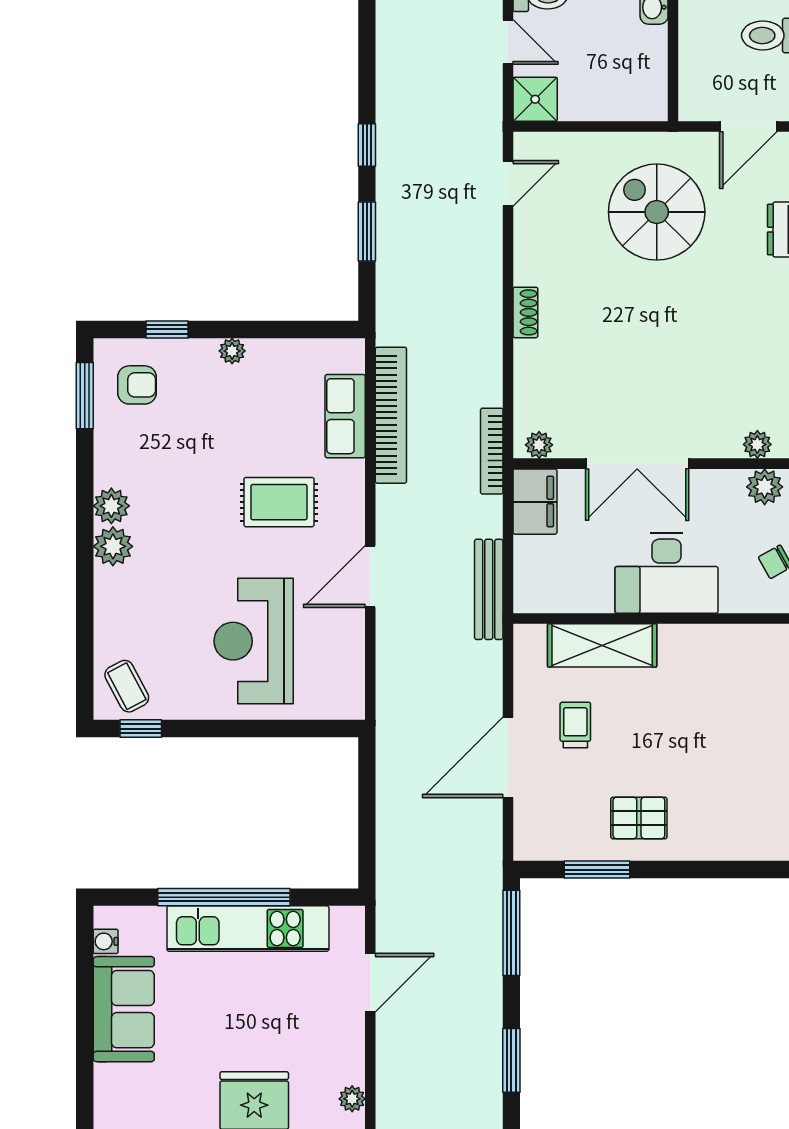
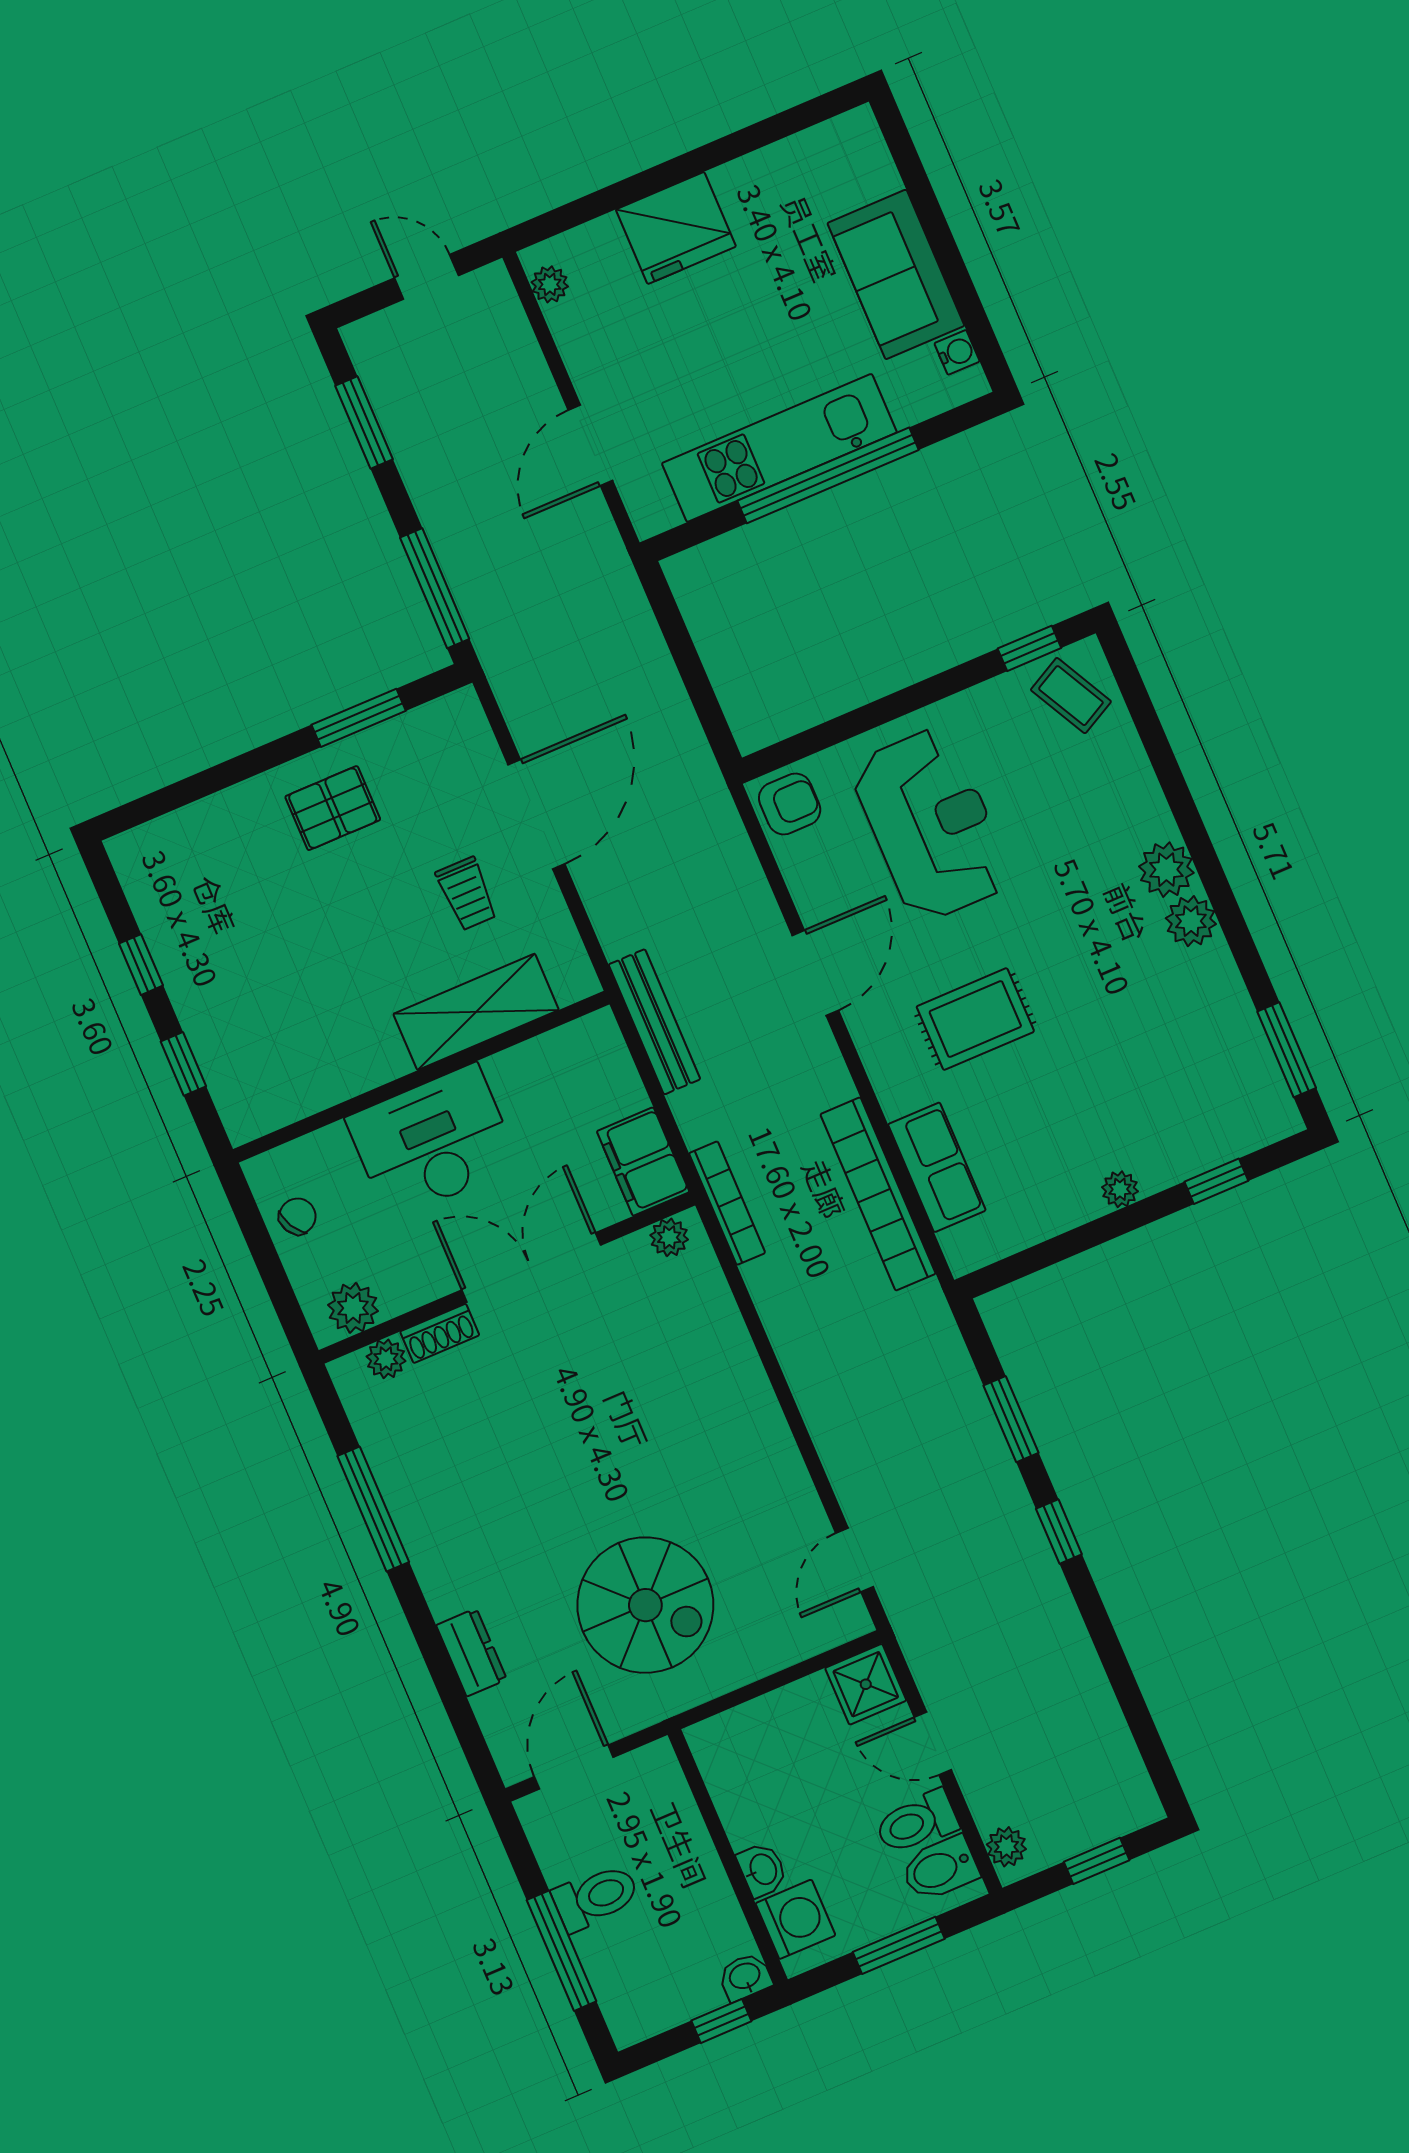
shoe rack: (525, 312) -> (440, 1333), moved, turned -90
armchair: (137, 385) -> (790, 804), moved, turned 180

